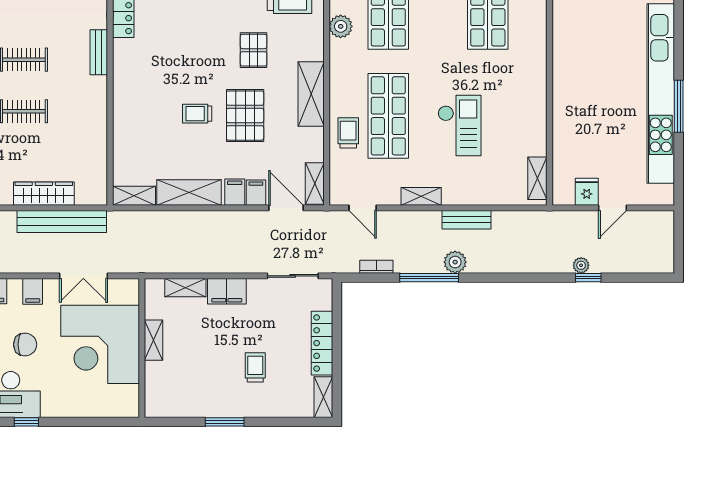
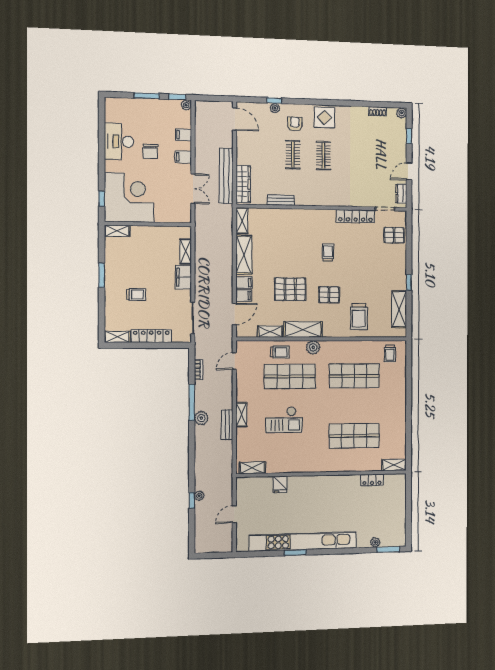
plant: (341, 26) -> (313, 347), moved
bench: (99, 52) -> (281, 200), moved
window: (679, 106) -> (295, 553), width x0.69
trolley: (197, 114) -> (328, 253), moved
shelving: (315, 183) -> (270, 332), moved
fridge: (587, 192) -> (280, 484), moved, turned 90
wardrobe: (44, 194) -> (243, 184), moved
shelving: (421, 196) -> (241, 415), moved
door: (613, 208) -> (234, 514), hinge flipped
double door: (83, 276) -> (193, 189), swing flipped
shelving: (153, 340) -> (117, 231), moved
corner desk: (100, 344) -> (129, 198), moved, turned 90
window: (26, 422) -> (102, 199), moved

